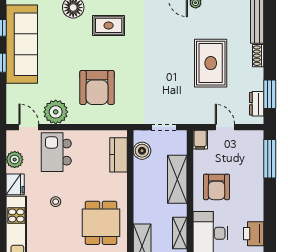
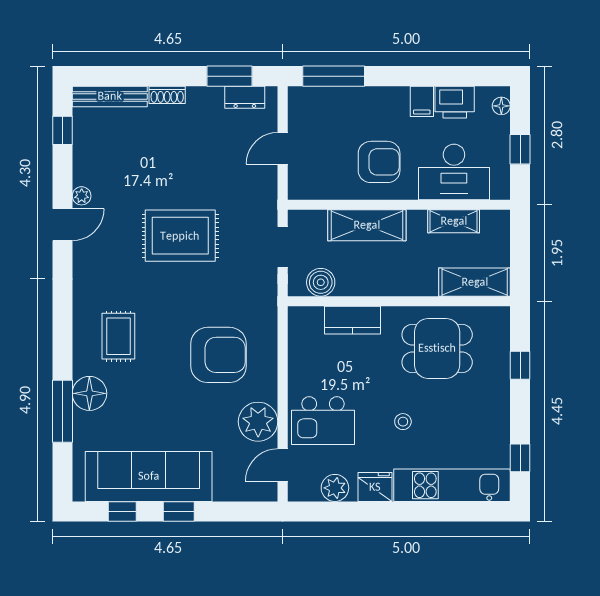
rug: (211, 63) -> (180, 236), moved
filing cabinet: (200, 140) -> (422, 101), moved, turned 90
kitchen counter: (119, 155) -> (352, 320), moved

